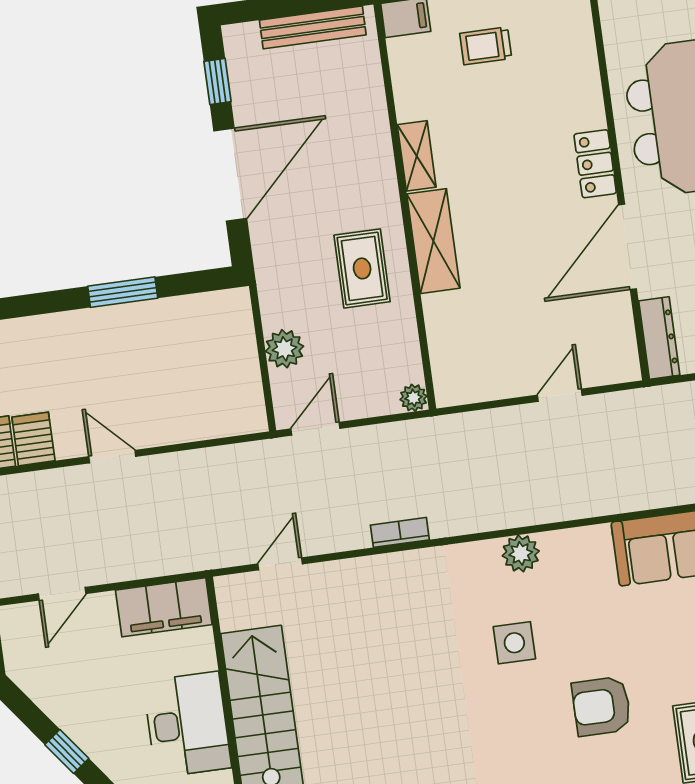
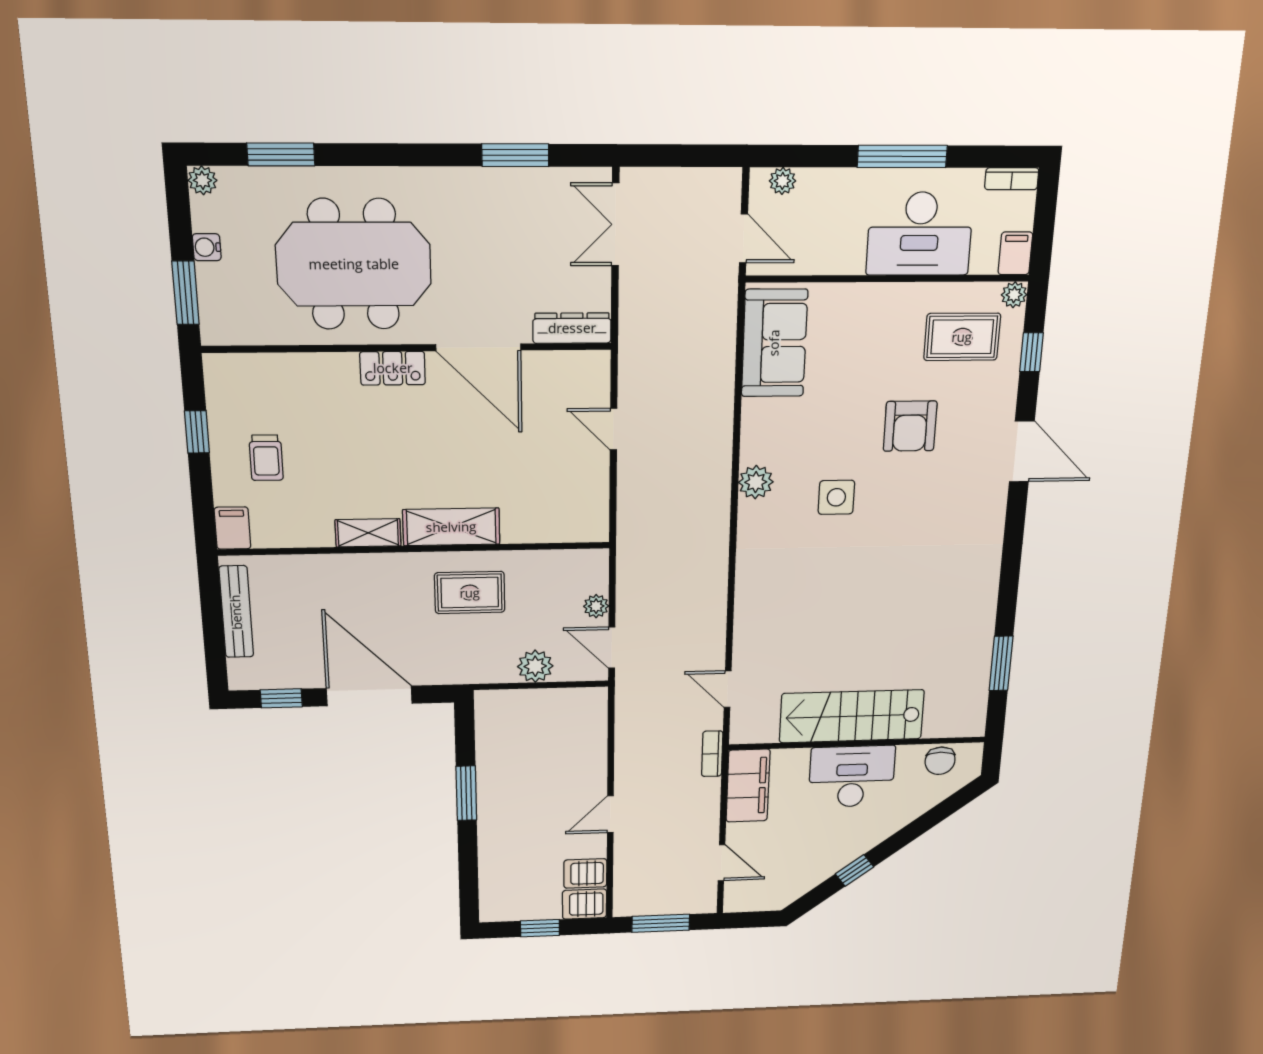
plant: (414, 398) -> (596, 606), moved
bookcase: (400, 532) -> (712, 754), moved

